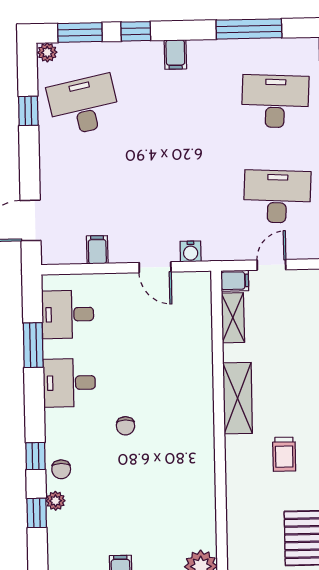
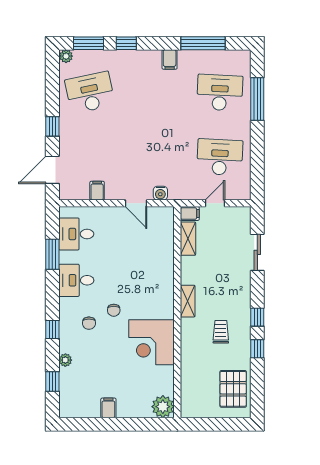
filing cabinet: (175, 55) -> (170, 59), moved
window: (28, 111) -> (52, 126), moved
shelving: (238, 398) -> (188, 301), width x0.67, depth x0.75
trolley: (284, 454) -> (221, 332), turned 180
chair: (61, 469) -> (89, 323), moved
corner desk: (182, 472) -> (151, 342), added
window: (37, 513) -> (52, 381), moved

